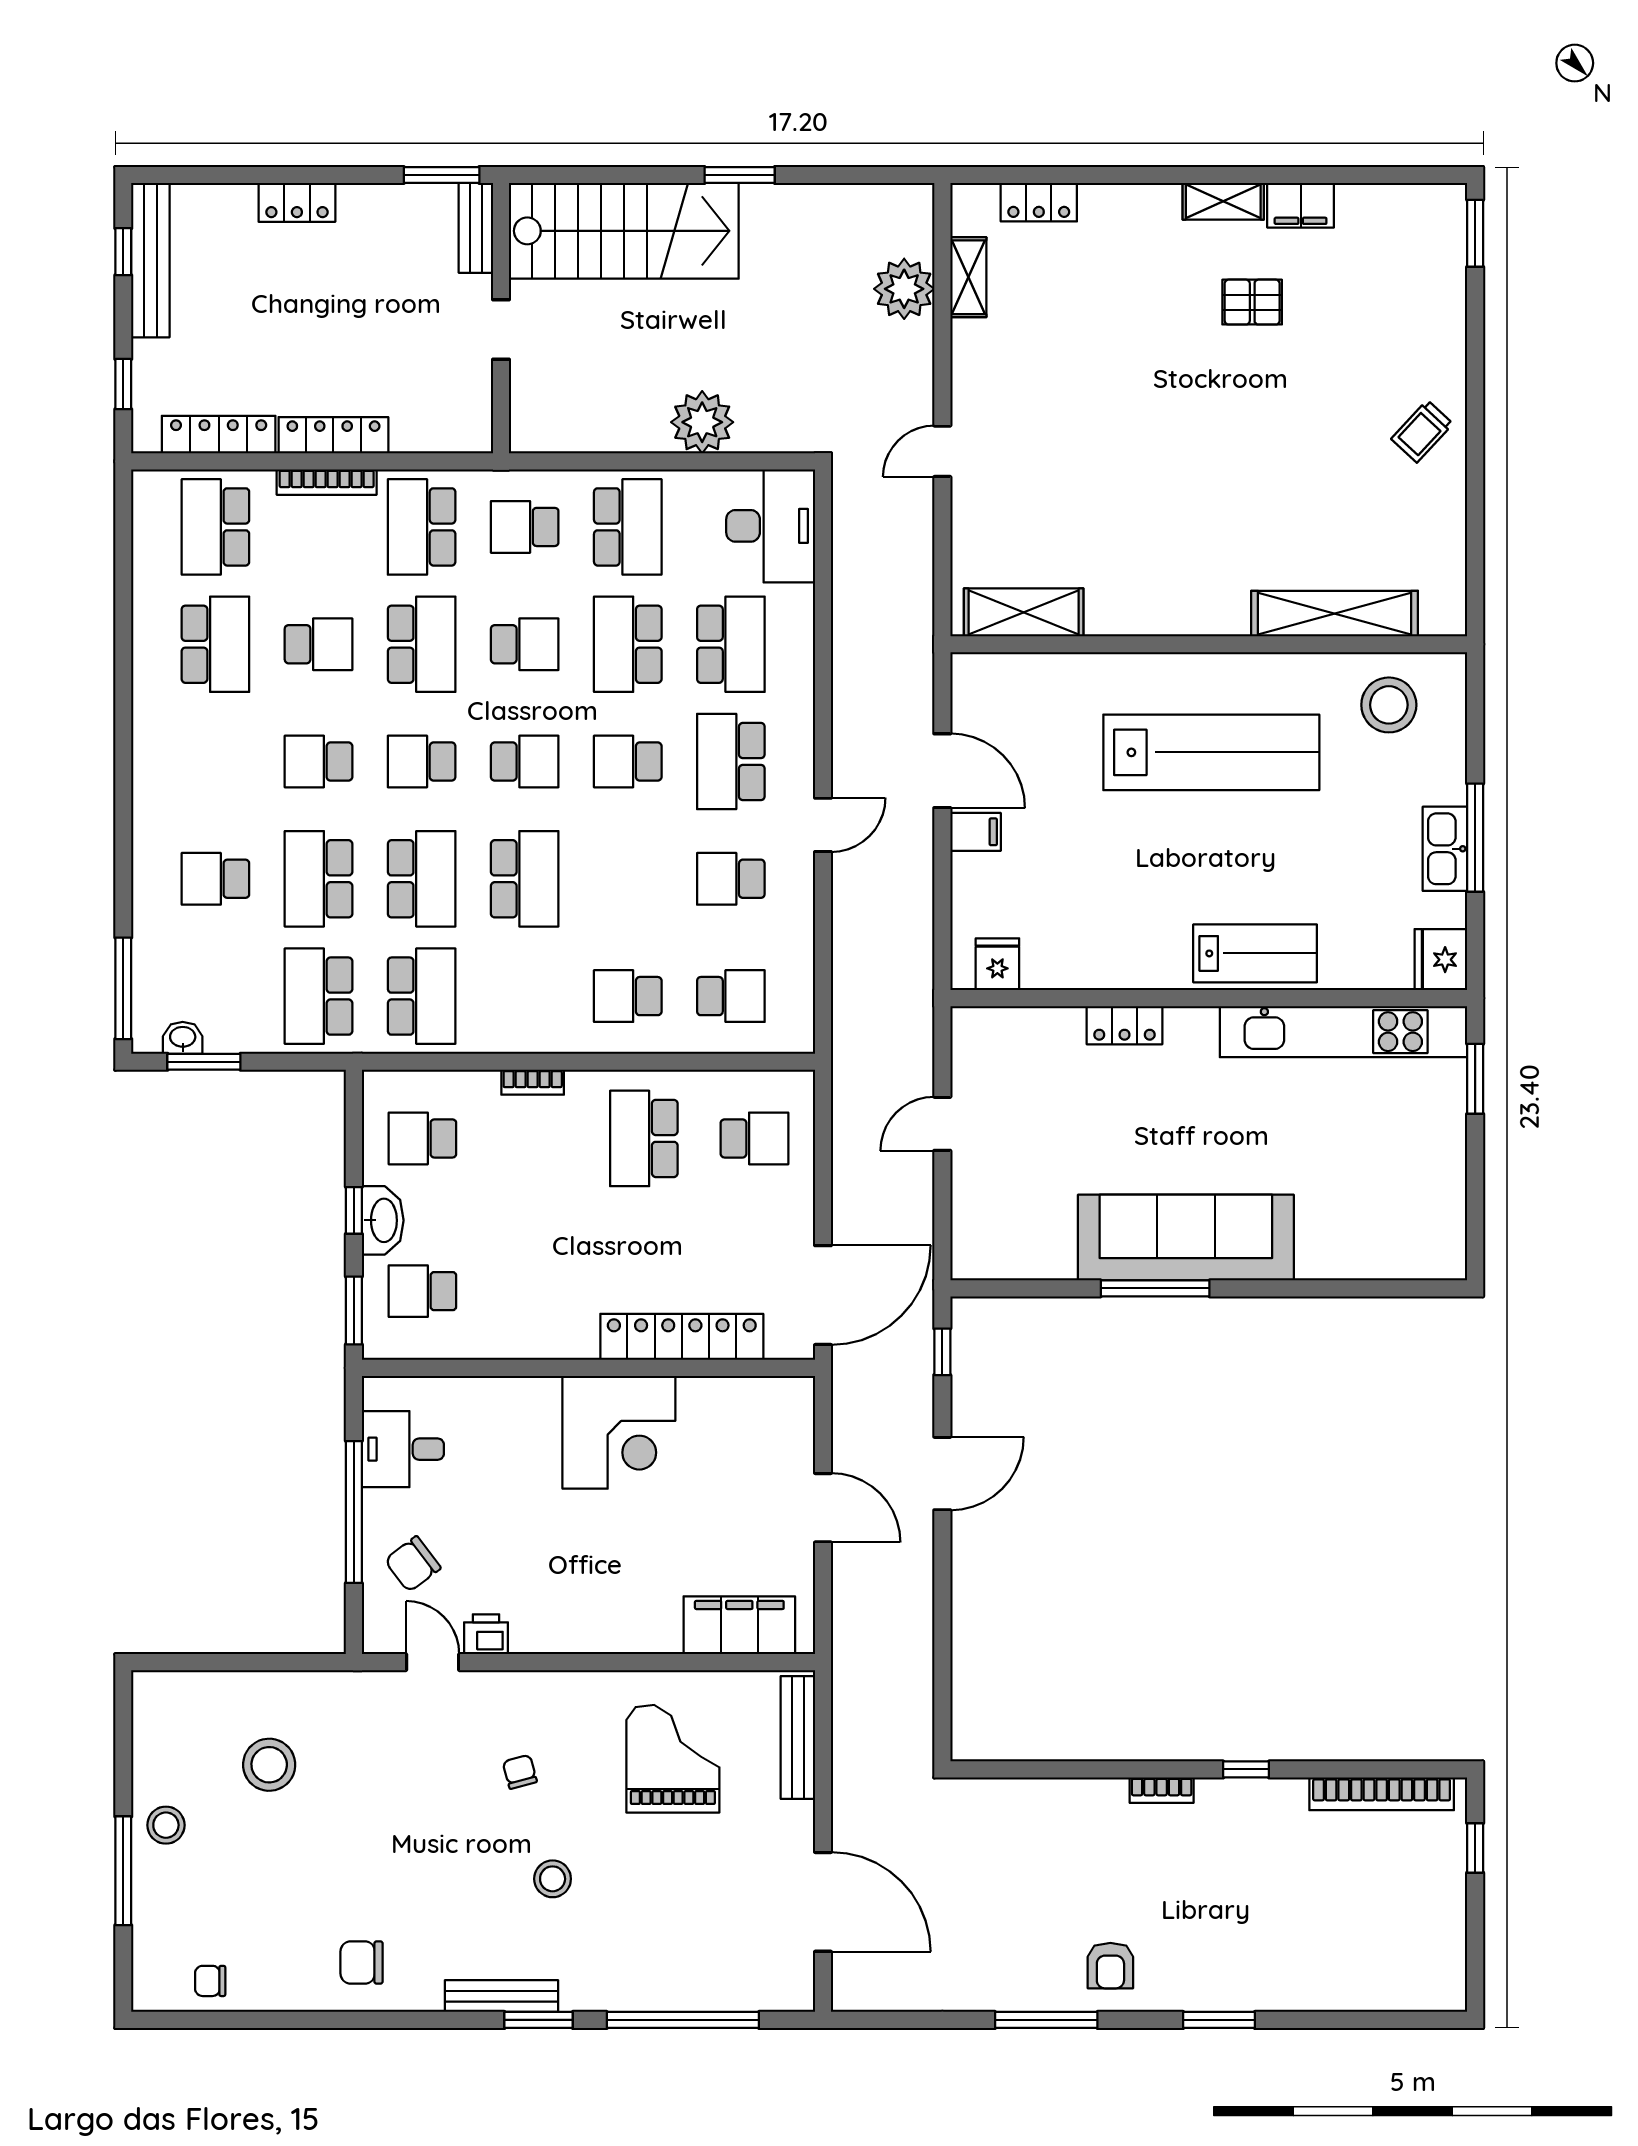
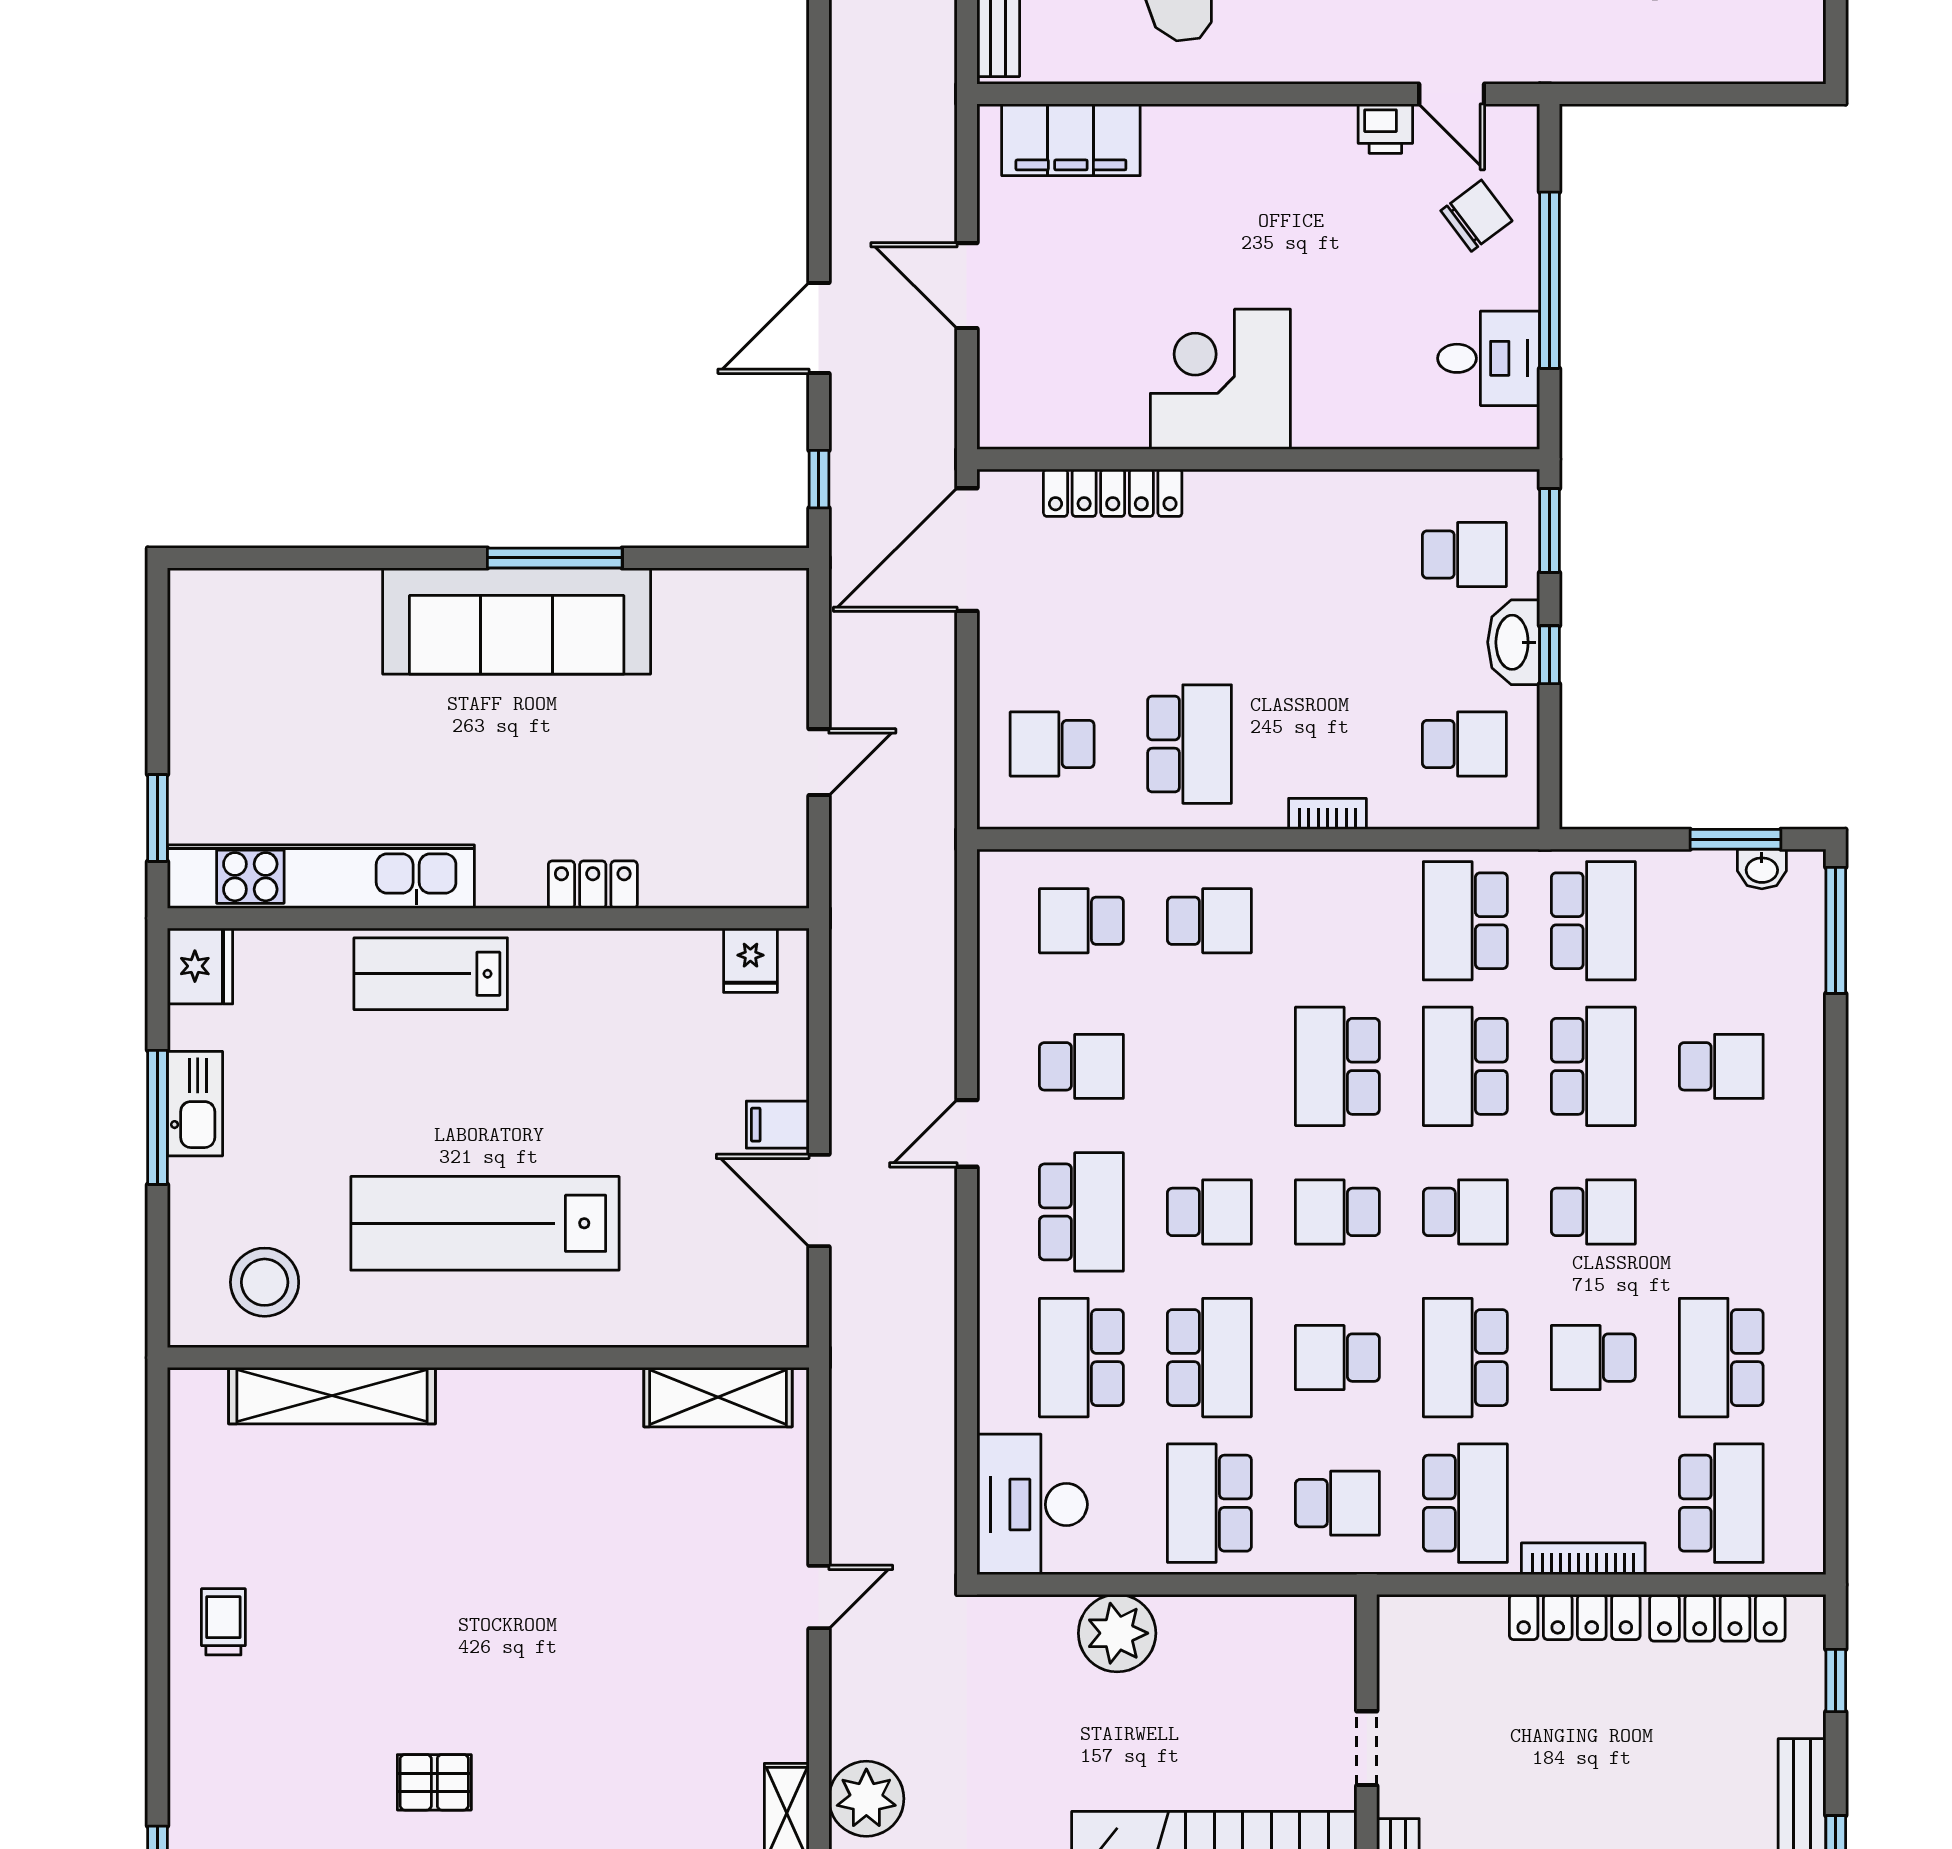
trolley: (1422, 431) -> (223, 1622), turned -43
locker: (682, 1337) -> (1113, 493), width x0.71, depth x0.83

